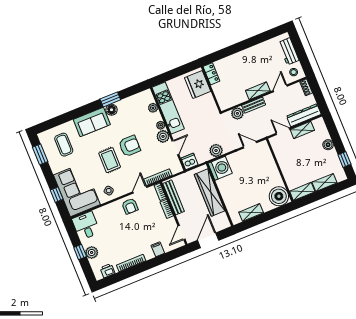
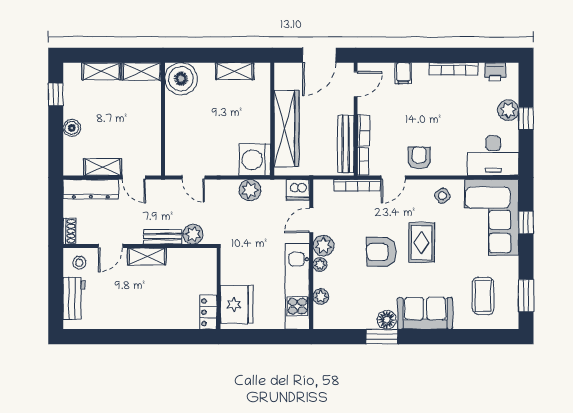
desk: (86, 226) -> (493, 156), width x1.37

